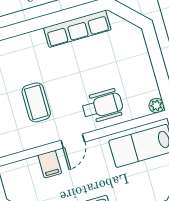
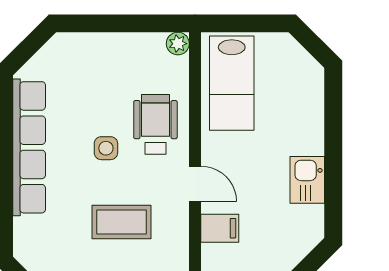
row of seats: (77, 29) -> (29, 147), width x1.36
side table: (79, 80) -> (106, 148), added

